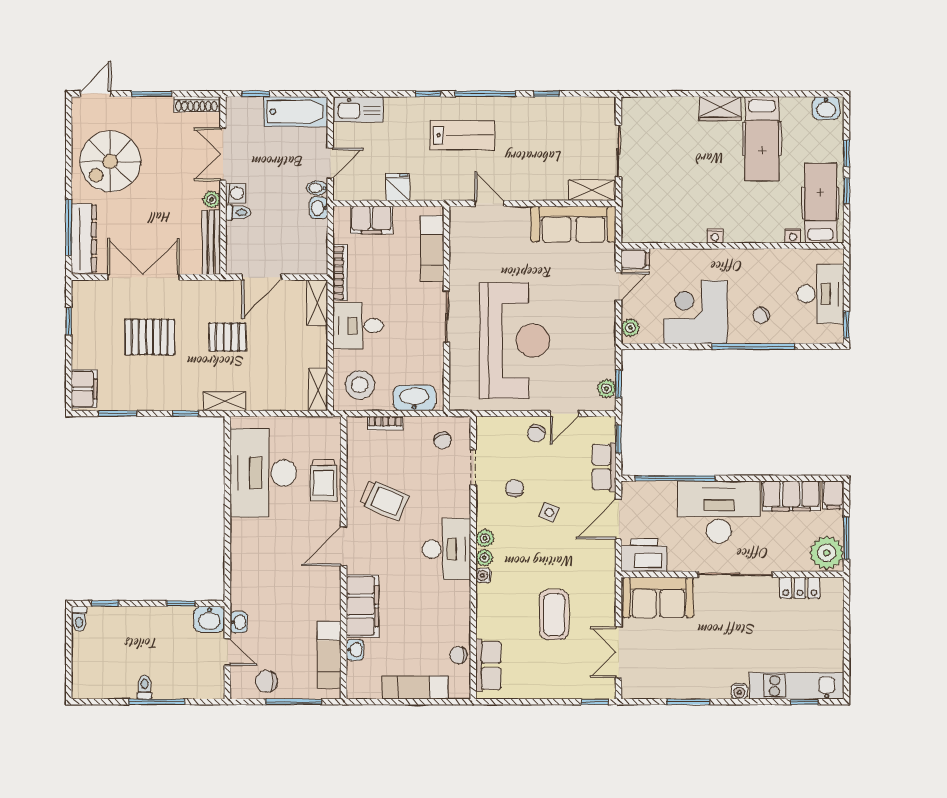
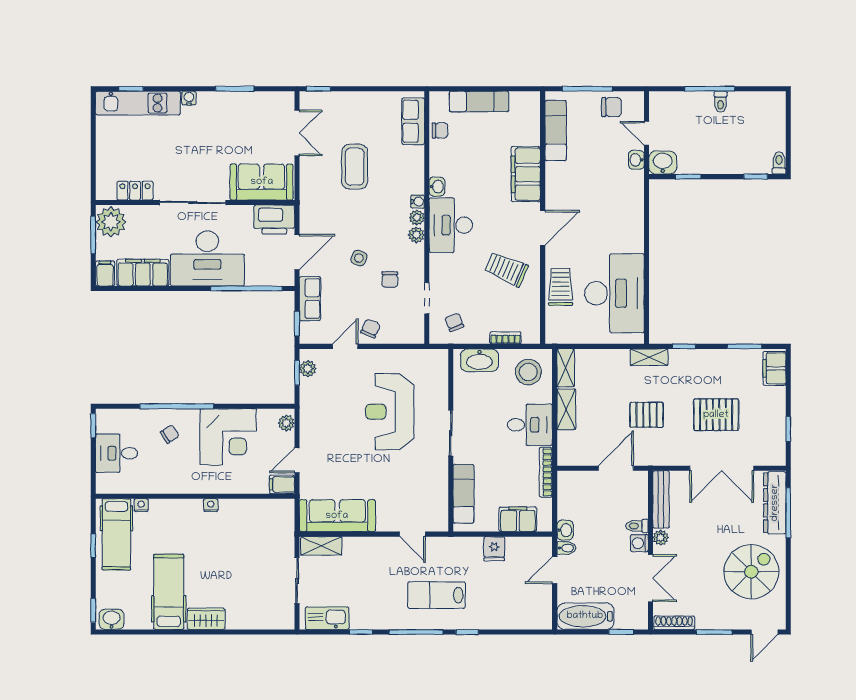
kitchen sink: (359, 109) -> (327, 618), moved
window: (847, 153) -> (93, 610), moved
desk: (820, 294) -> (117, 453), width x0.73
shelving: (317, 303) -> (566, 409), moved
reception desk: (515, 340) -> (390, 412), width x0.74, depth x0.77
washbasin: (355, 650) -> (437, 187), moved, turned 180

